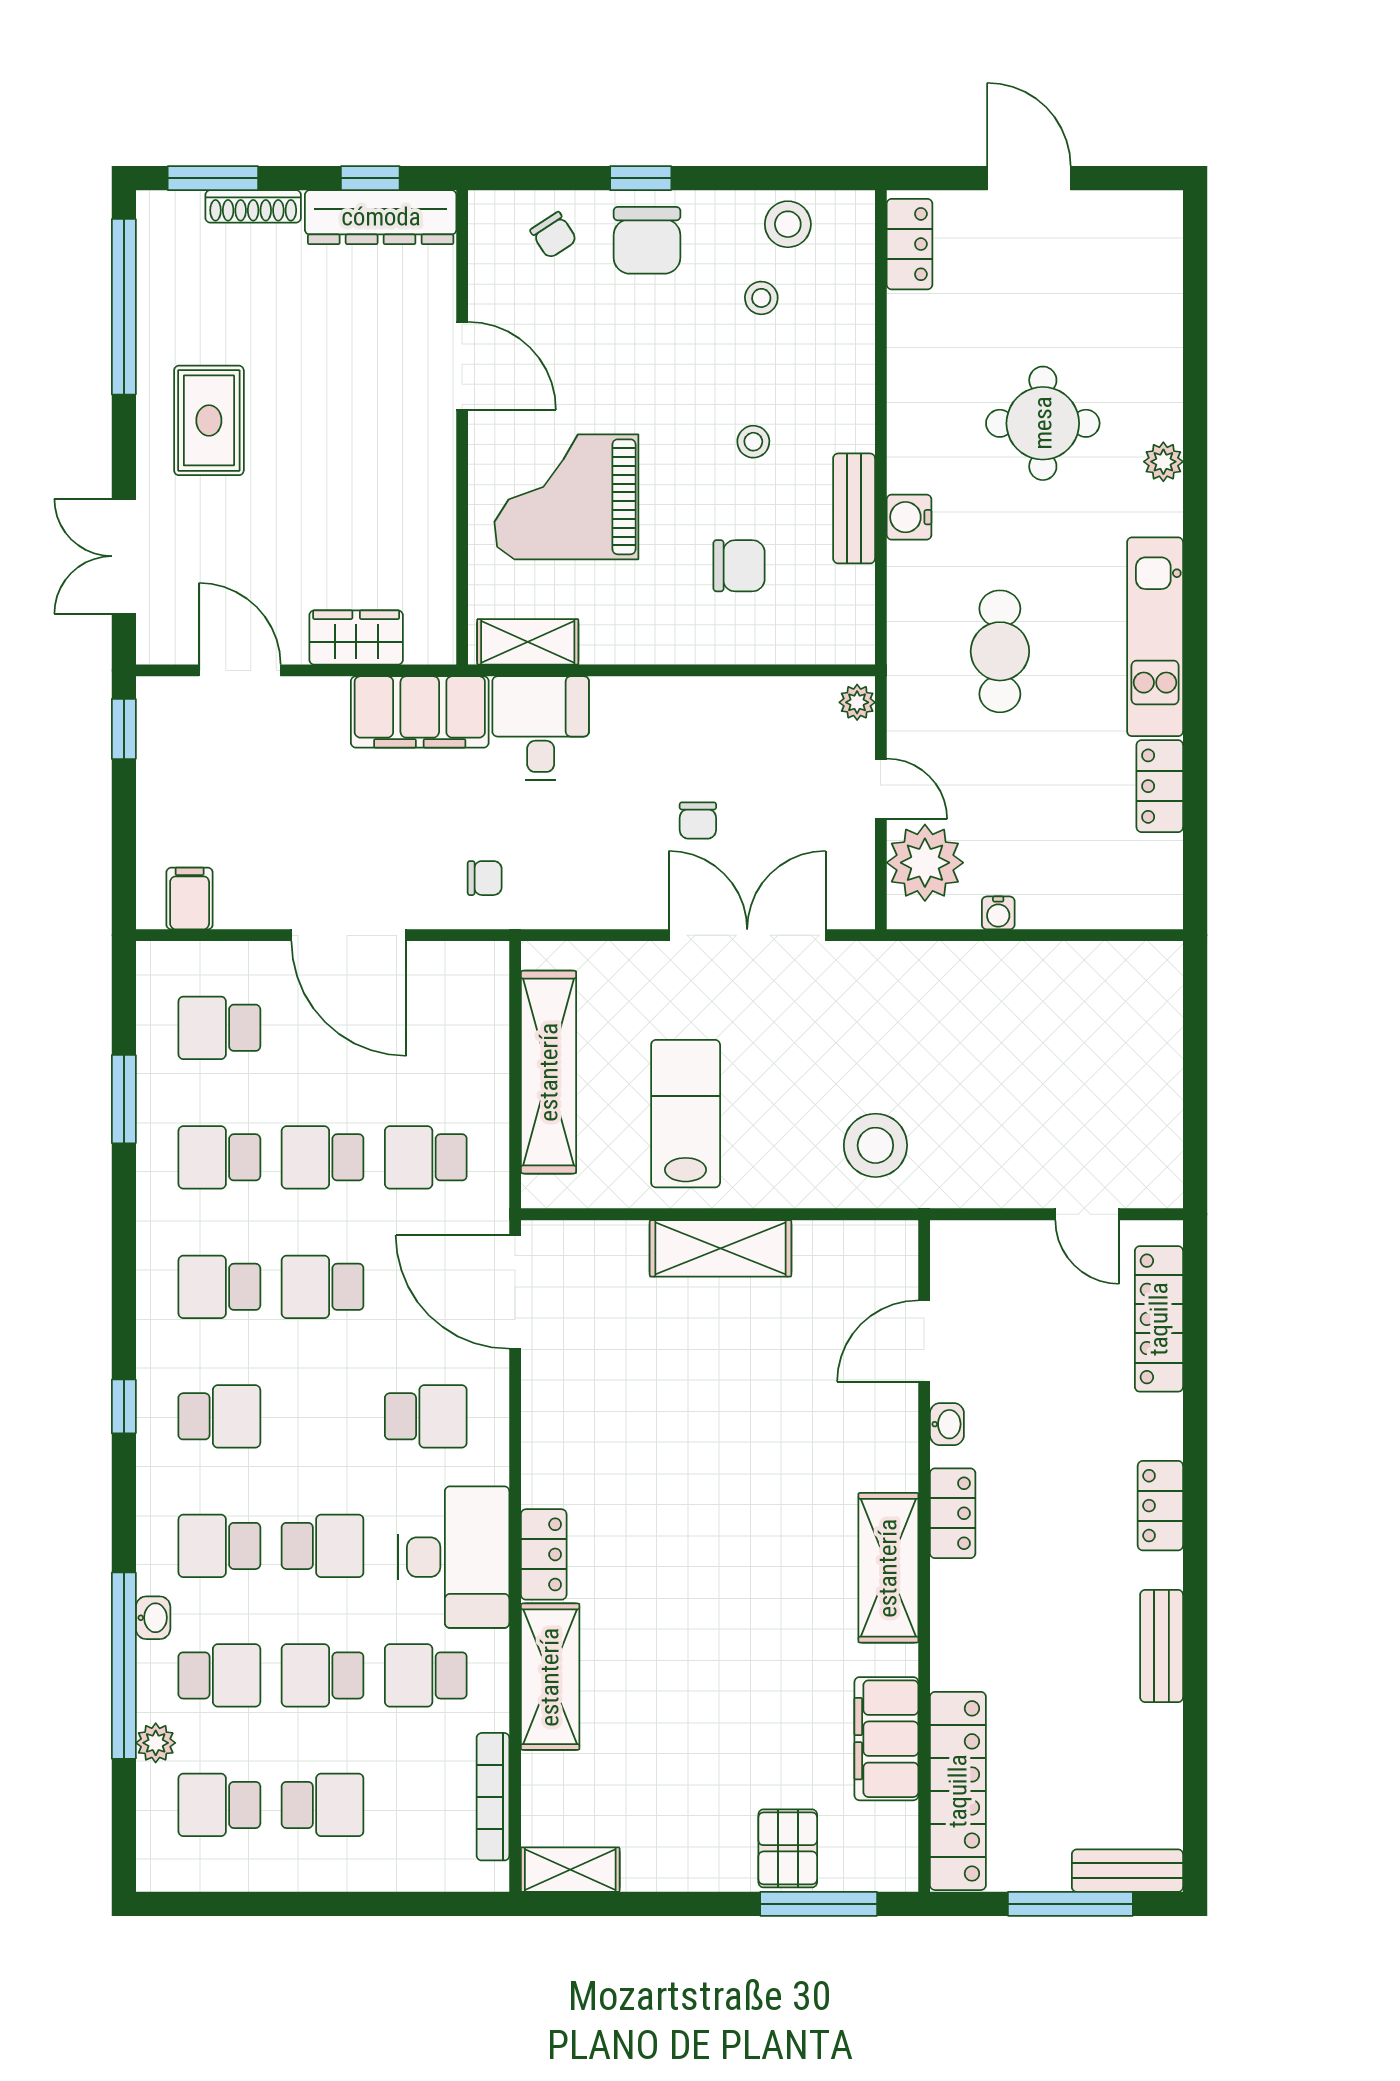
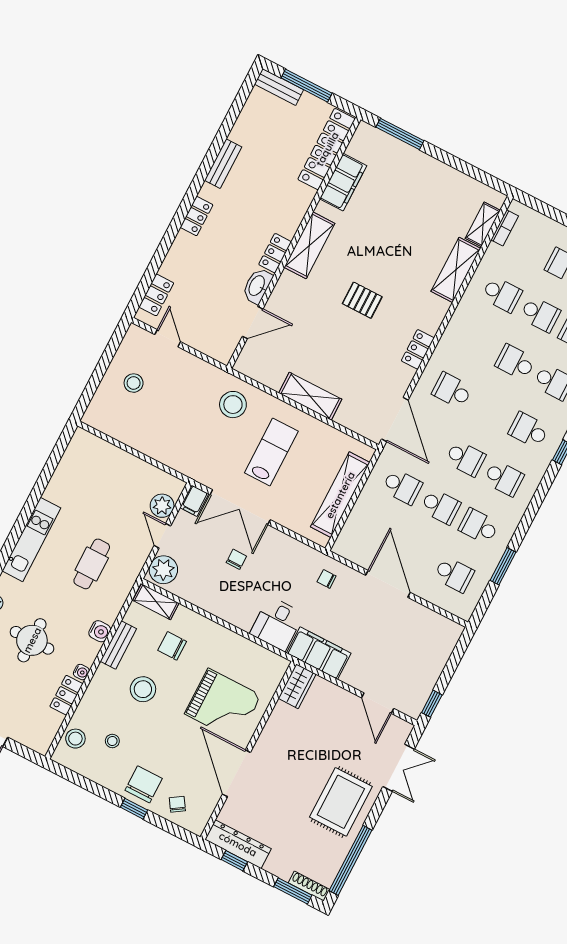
shoe rack: (253, 206) -> (309, 886), moved
stool: (788, 224) -> (75, 739), moved
locker: (909, 244) -> (66, 695), moved
door: (462, 366) -> (236, 773), width x1.36
rug: (209, 420) -> (341, 802), width x1.36, depth x1.43
stool: (753, 442) -> (143, 689), width x1.89, depth x1.89
wardrobe: (356, 638) -> (297, 686), moved, turned -90
shelving: (528, 642) -> (156, 602), moved
plant: (857, 702) -> (163, 570), width x1.88, depth x1.88
locker: (1160, 786) -> (58, 483), removed
plant: (925, 863) -> (162, 506), width x0.73, depth x0.73
filing cabinet: (190, 898) -> (194, 501), moved
water cooler: (998, 913) -> (81, 672), moved, turned 90
stool: (1110, 1082) -> (134, 383), added
lab bench: (686, 1114) -> (271, 452), moved, turned 180
school desk: (219, 1157) -> (479, 526), turned 180
locker: (1159, 1319) -> (156, 295), width x0.66
washbasin: (947, 1424) -> (257, 286), width x1.91, depth x1.45
locker: (544, 1554) -> (418, 349), moved
desk: (454, 1557) -> (469, 333), removed
bookcase: (493, 1797) -> (505, 228), width x0.64
pallet: (788, 1848) -> (362, 300), moved, turned 90
shelving: (570, 1870) -> (483, 224), moved, turned 90

